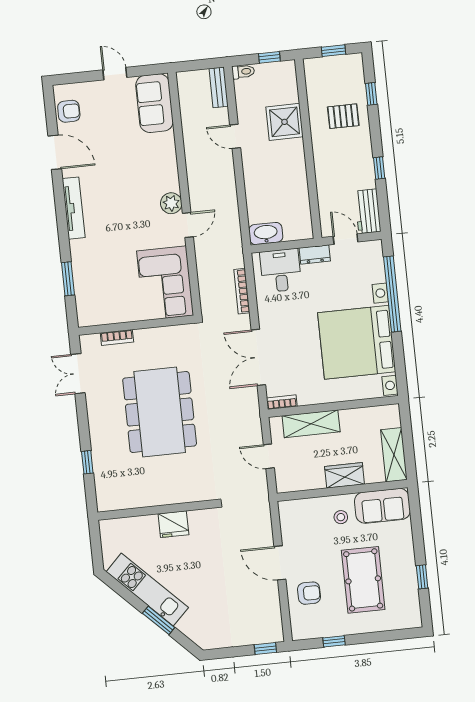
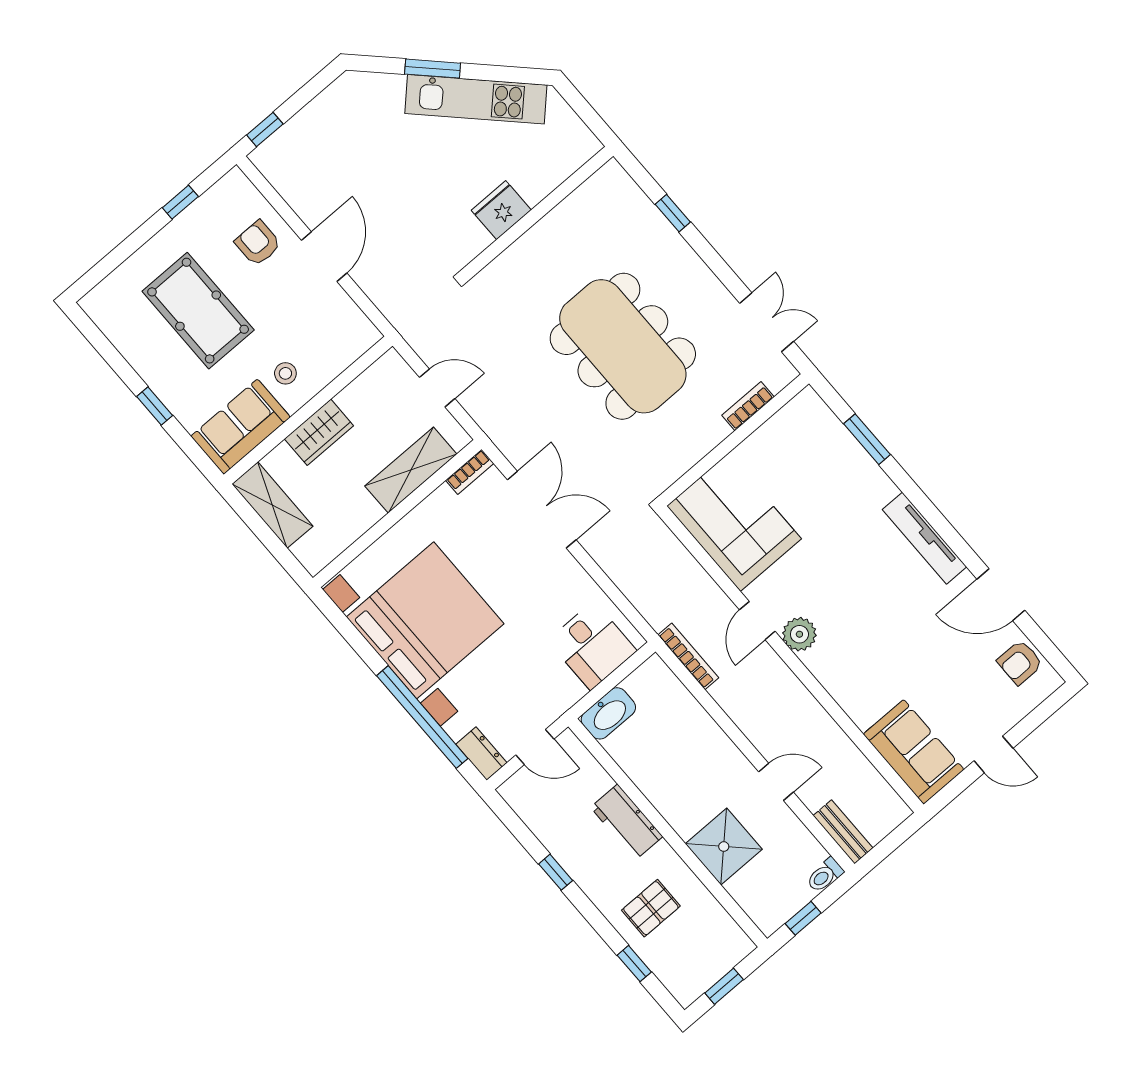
workbench: (368, 211) -> (627, 822), moved, turned 180
washbasin: (266, 233) -> (608, 713), moved
dresser: (315, 254) -> (481, 754), moved, turned 90
bookcase: (242, 291) -> (688, 656), moved
door: (280, 563) -> (324, 257), hinge flipped
window: (422, 577) -> (155, 406), moved
armchair: (309, 593) -> (258, 243), turned 90

